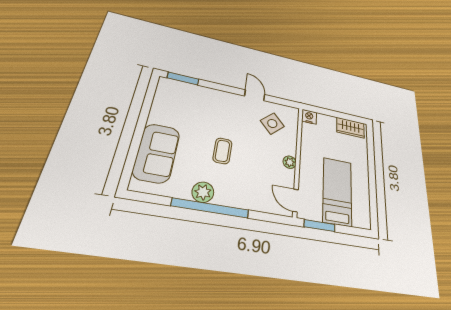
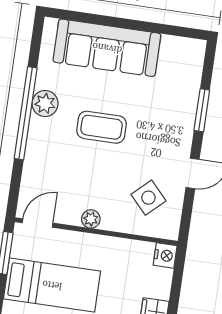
window: (183, 78) -> (202, 110), moved
coffee table: (222, 151) -> (102, 127), width x1.36, depth x1.30
sofa: (157, 153) -> (107, 48), width x1.36

